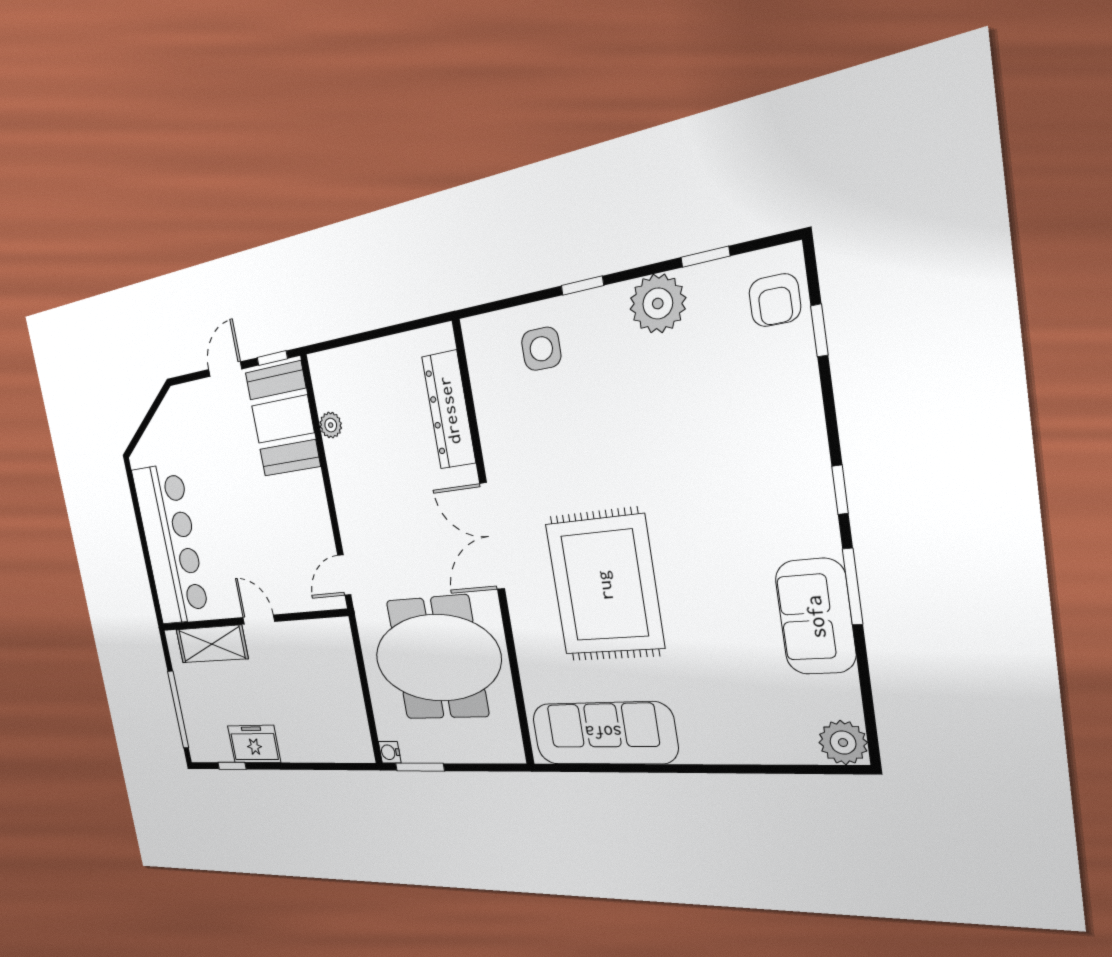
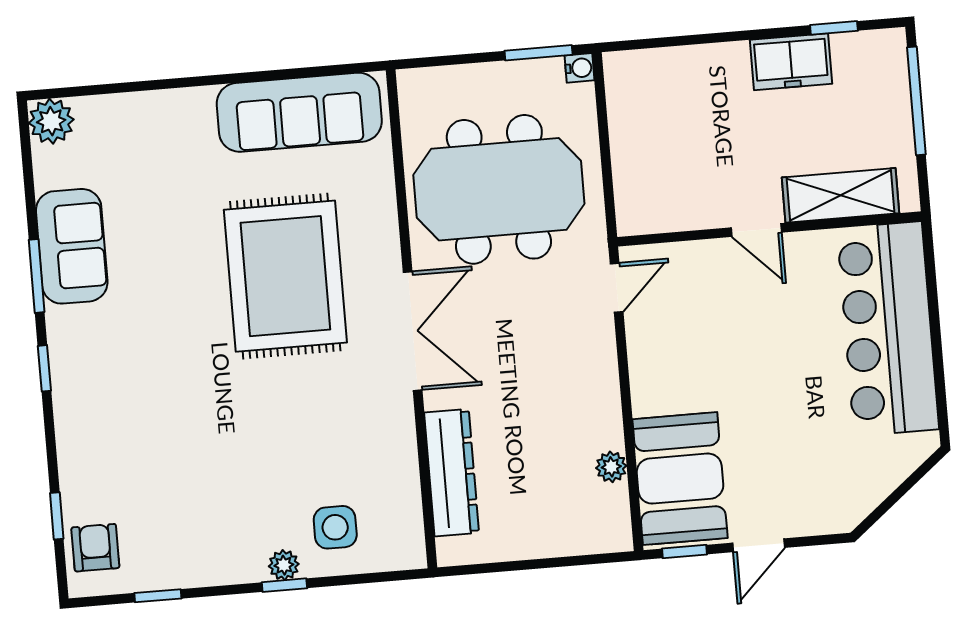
plant: (658, 304) -> (284, 565), moved, width x0.53, depth x0.53

